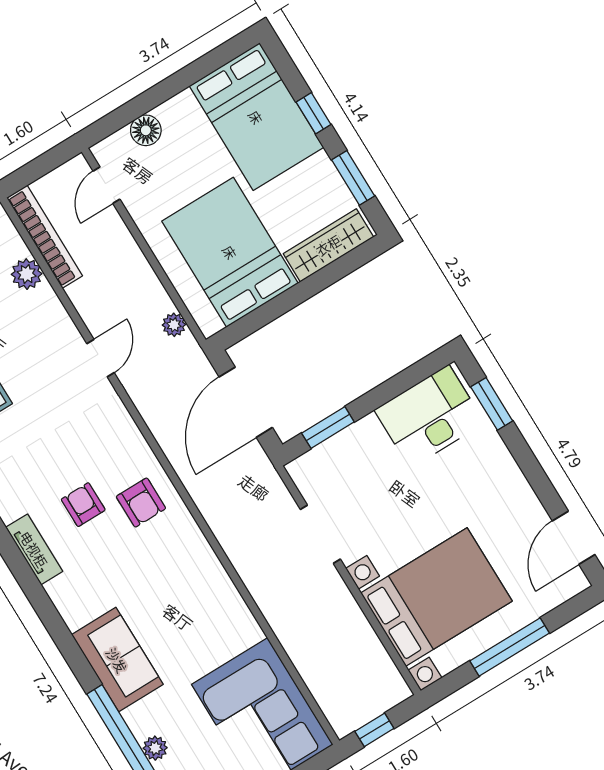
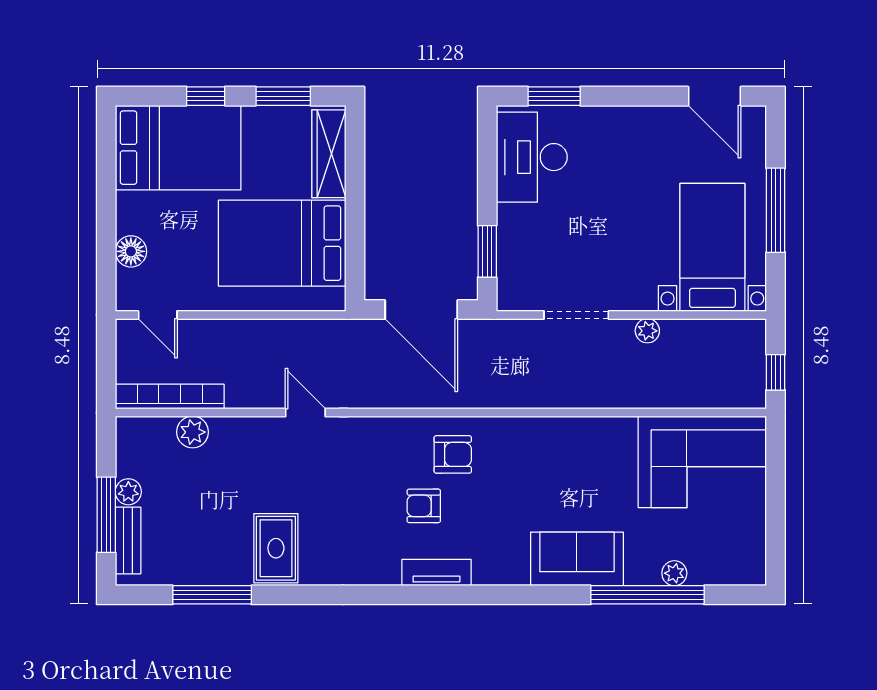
plant: (174, 325) -> (647, 331), moved
bed with nightstands: (436, 597) -> (712, 247), width x0.73

